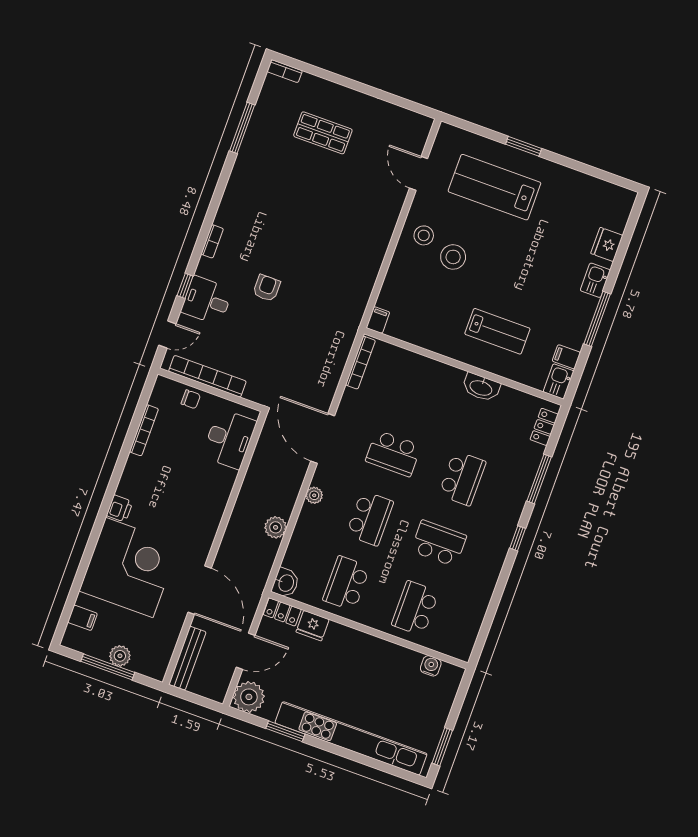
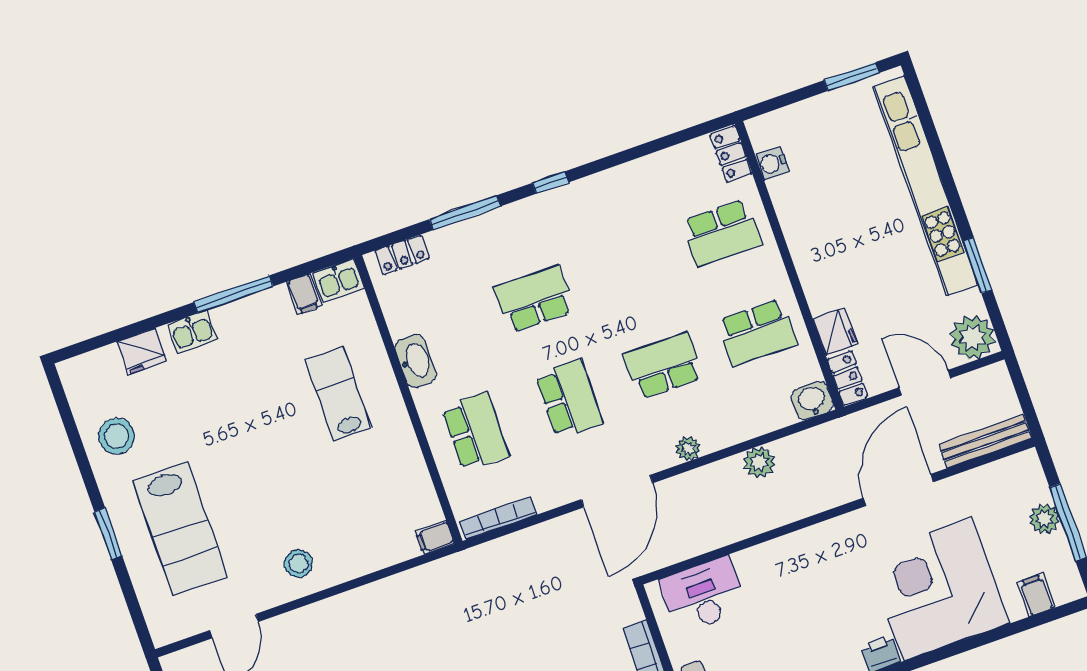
stool: (453, 257) -> (116, 436), moved
school desk: (439, 543) -> (475, 432), moved, turned 180
locker: (454, 648) -> (731, 154), added

